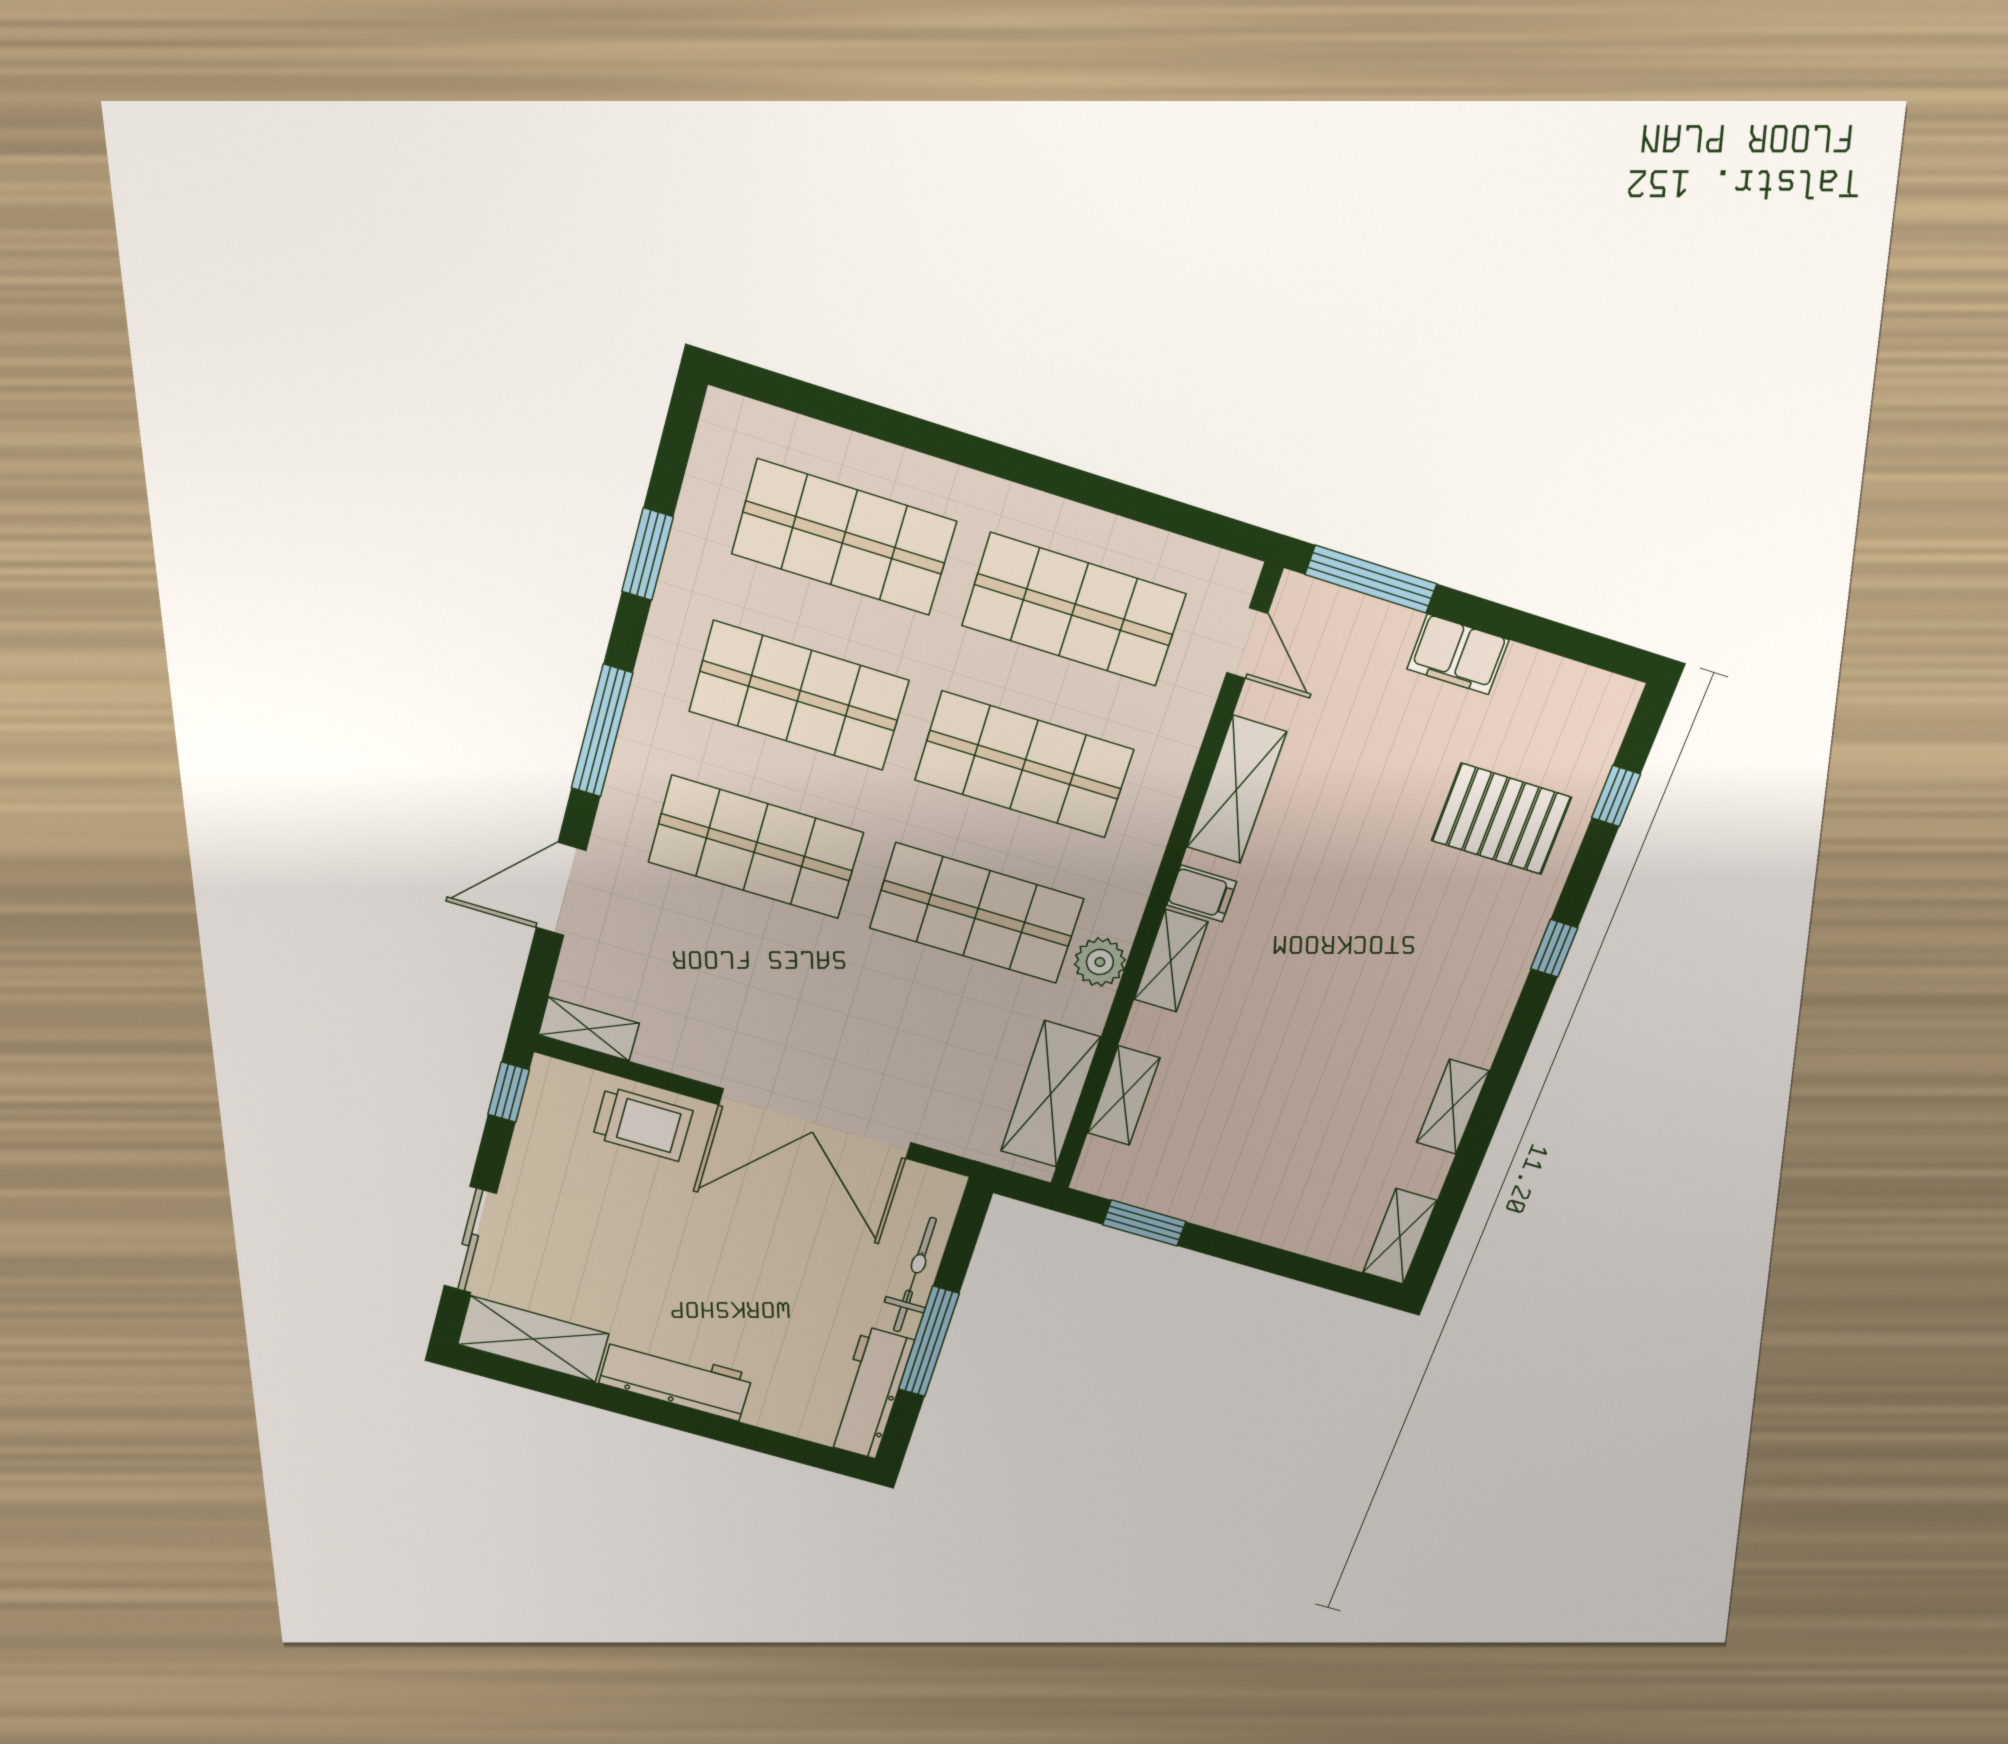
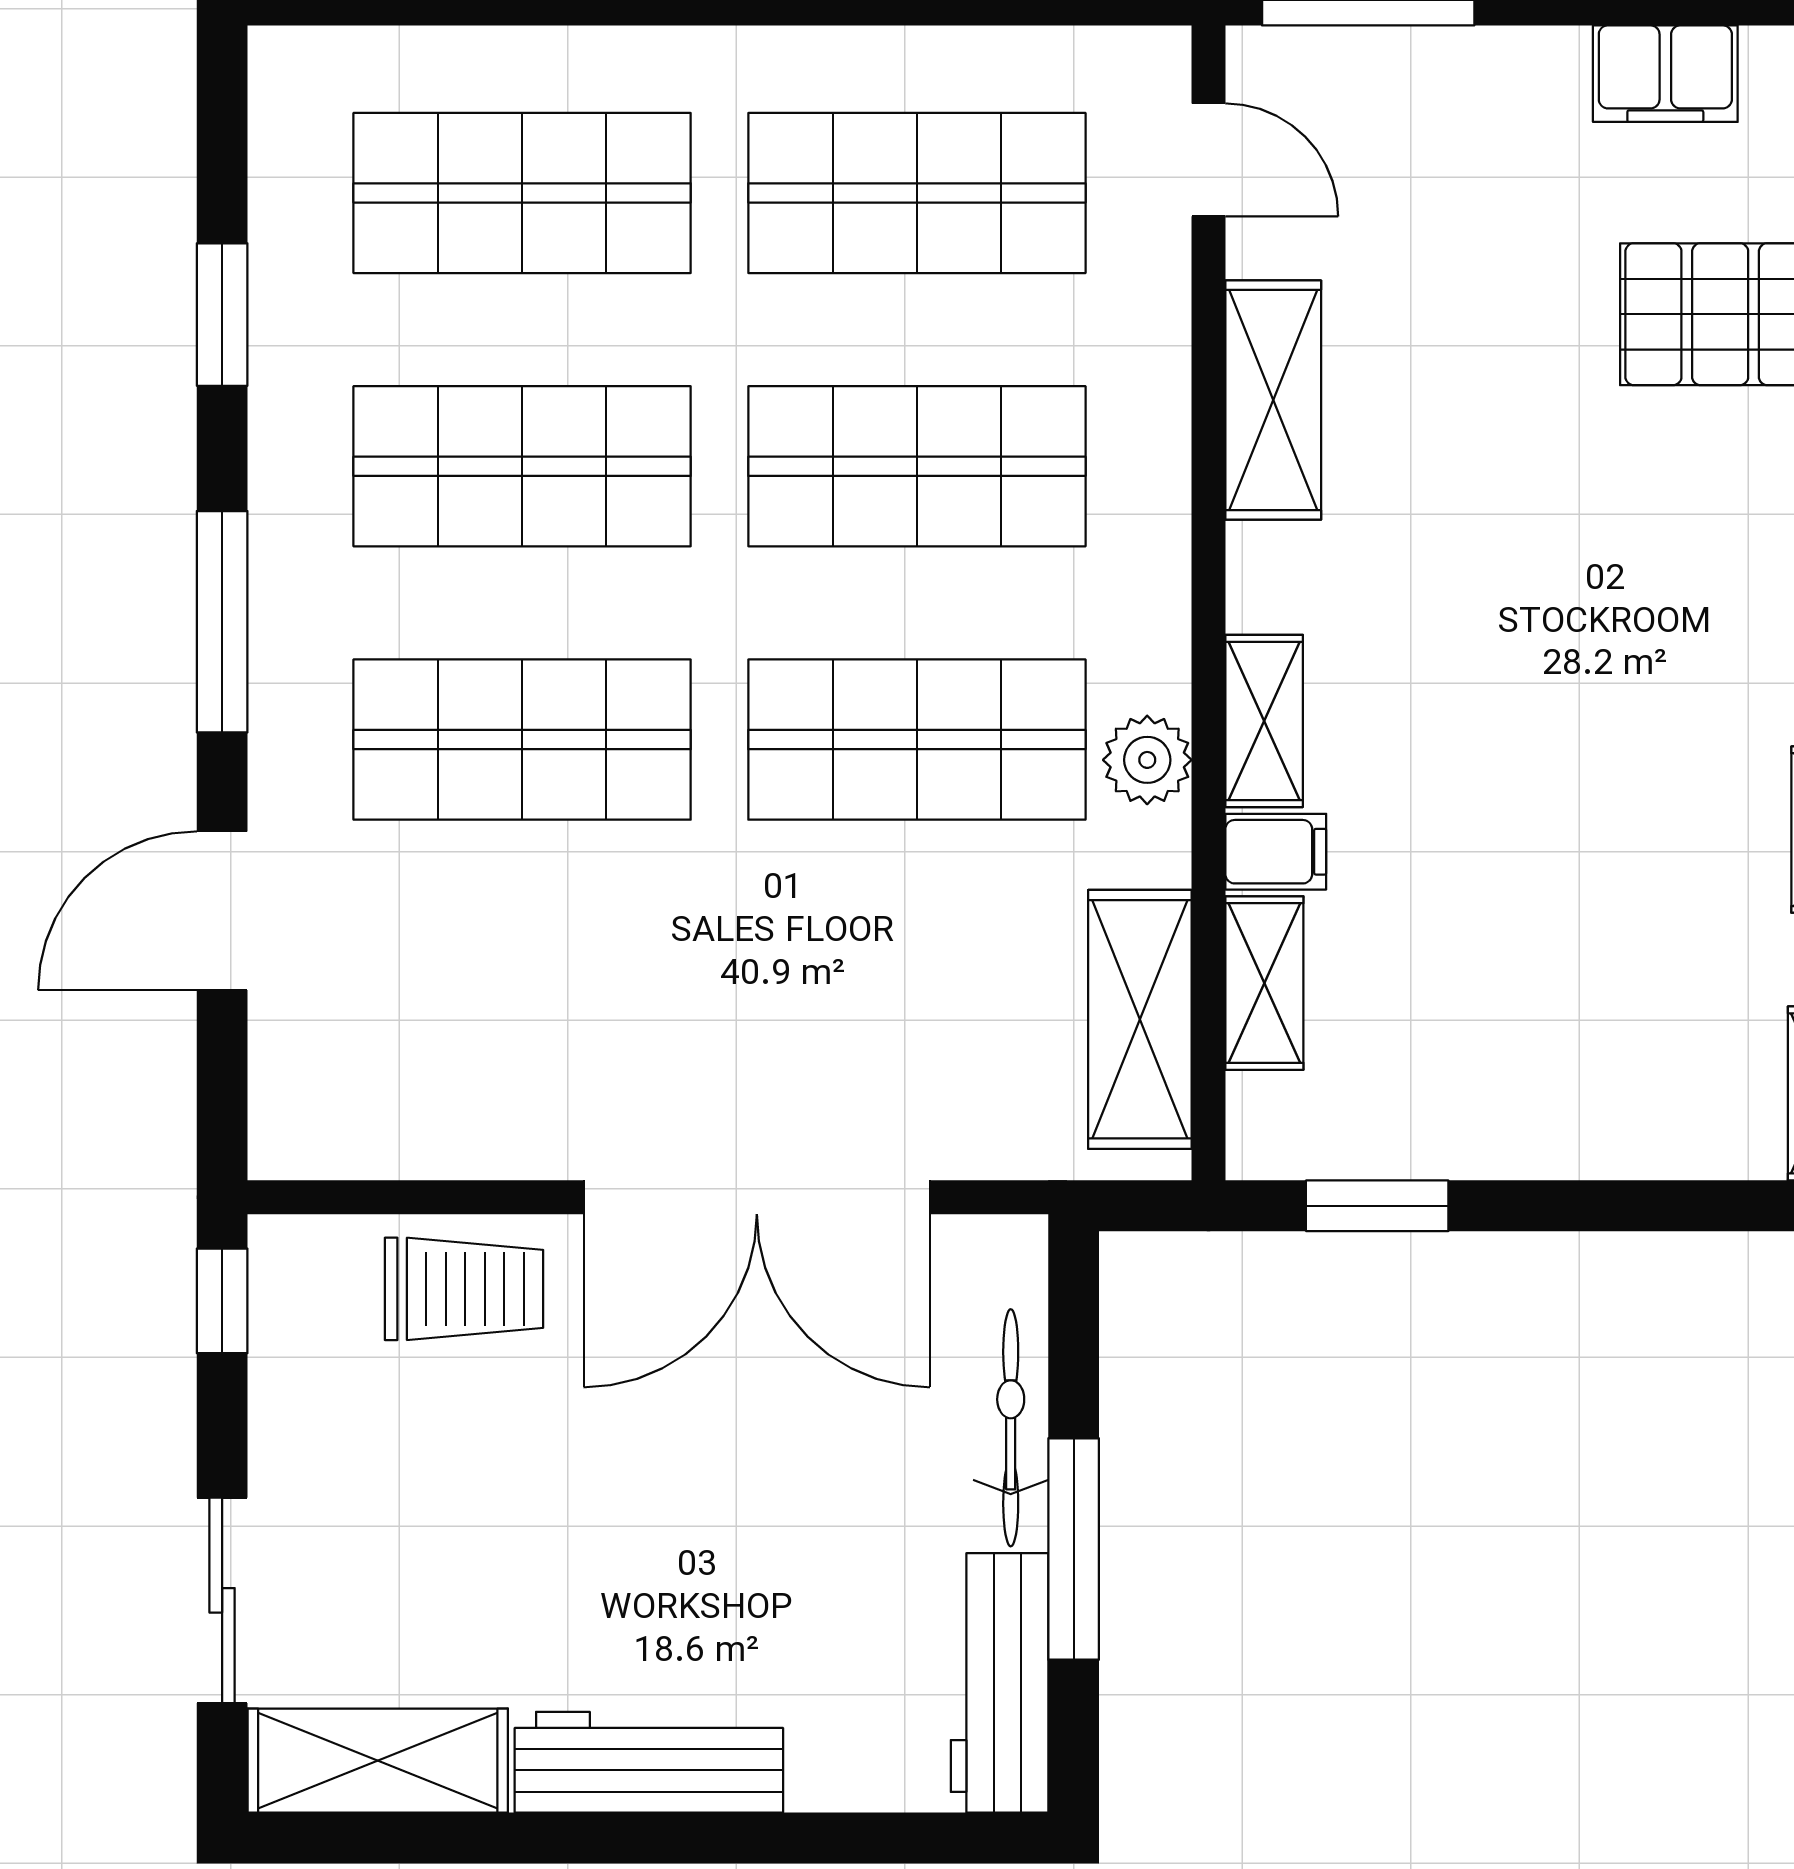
filing cabinet: (1458, 654) -> (1665, 74), moved
filing cabinet: (1202, 893) -> (1276, 852), moved
shelving: (589, 1029) -> (329, 1144), removed

